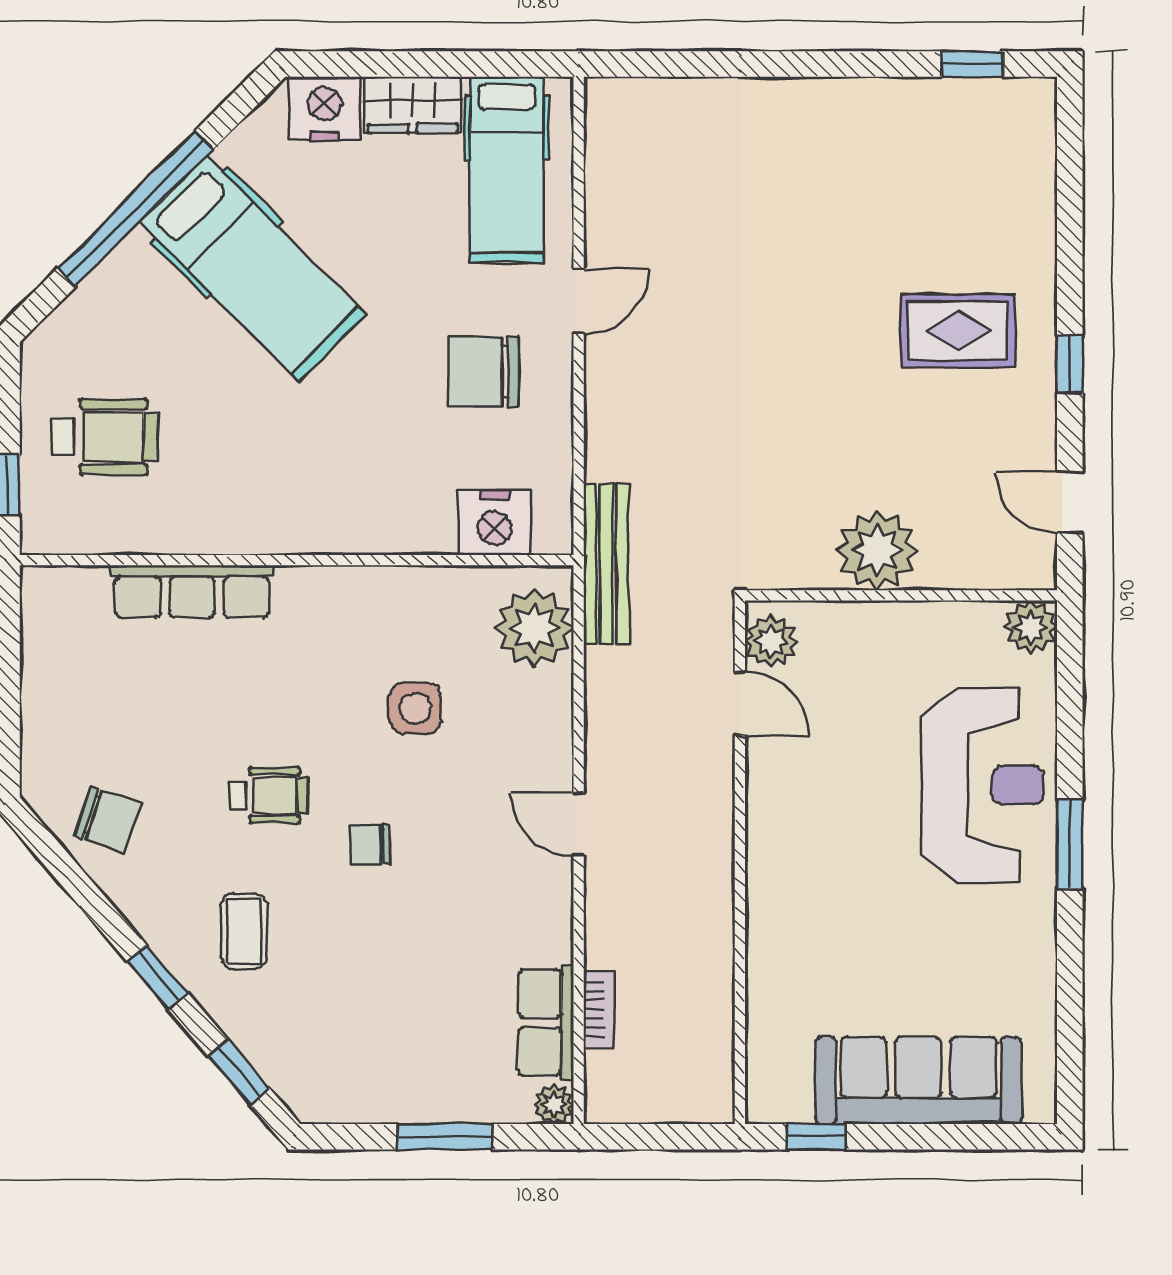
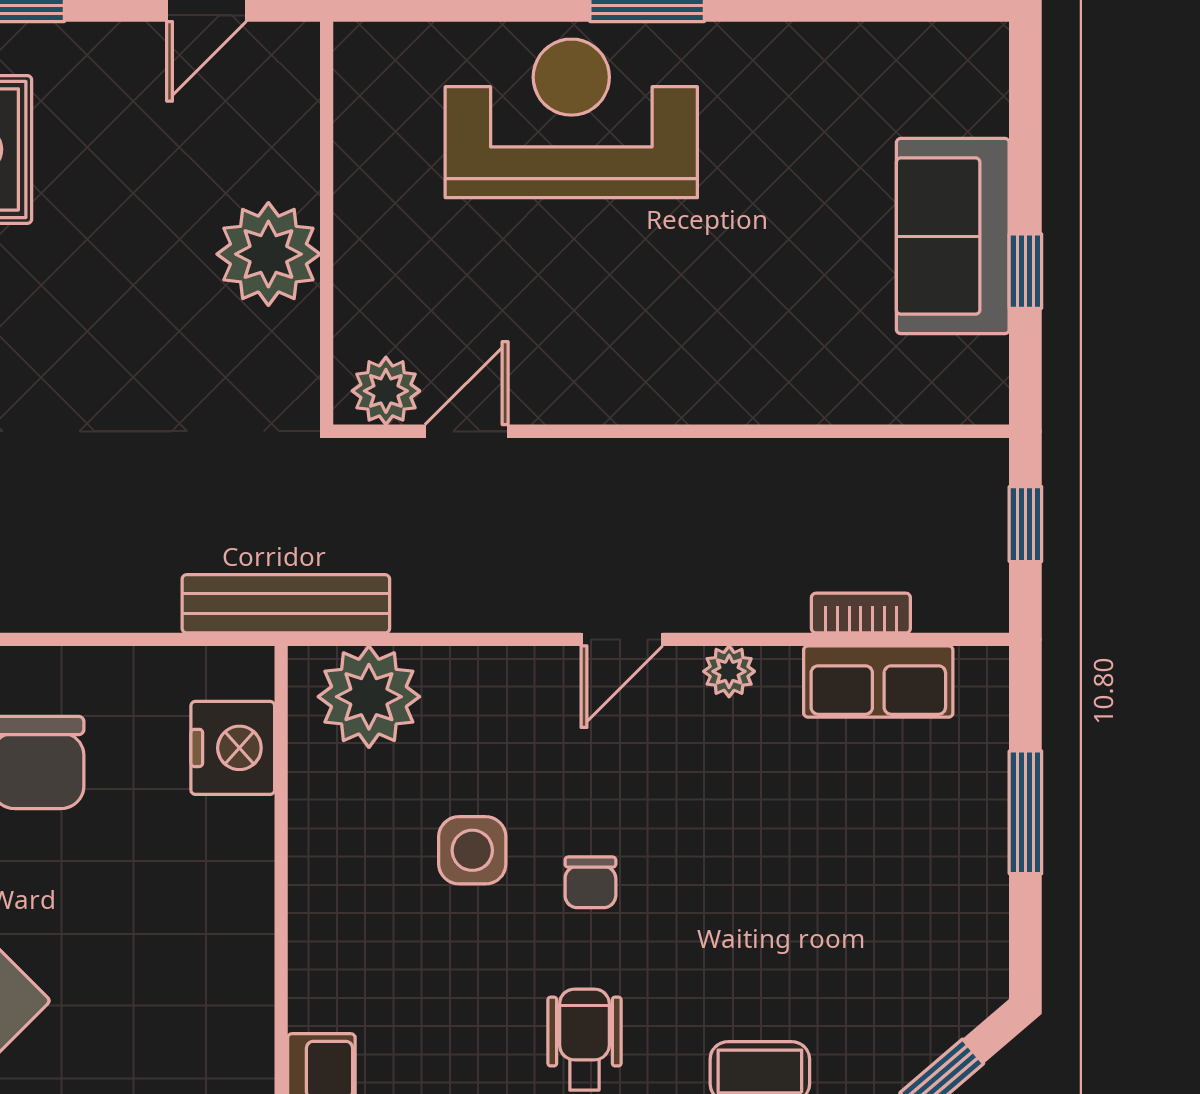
plant: (1031, 627) -> (367, 56), removed
chair: (370, 844) -> (590, 882), moved
sofa: (918, 1080) -> (953, 236), width x0.73
plant: (554, 1104) -> (729, 671), moved
window: (668, 1137) -> (1025, 524), added
window: (816, 1137) -> (1025, 271), moved

